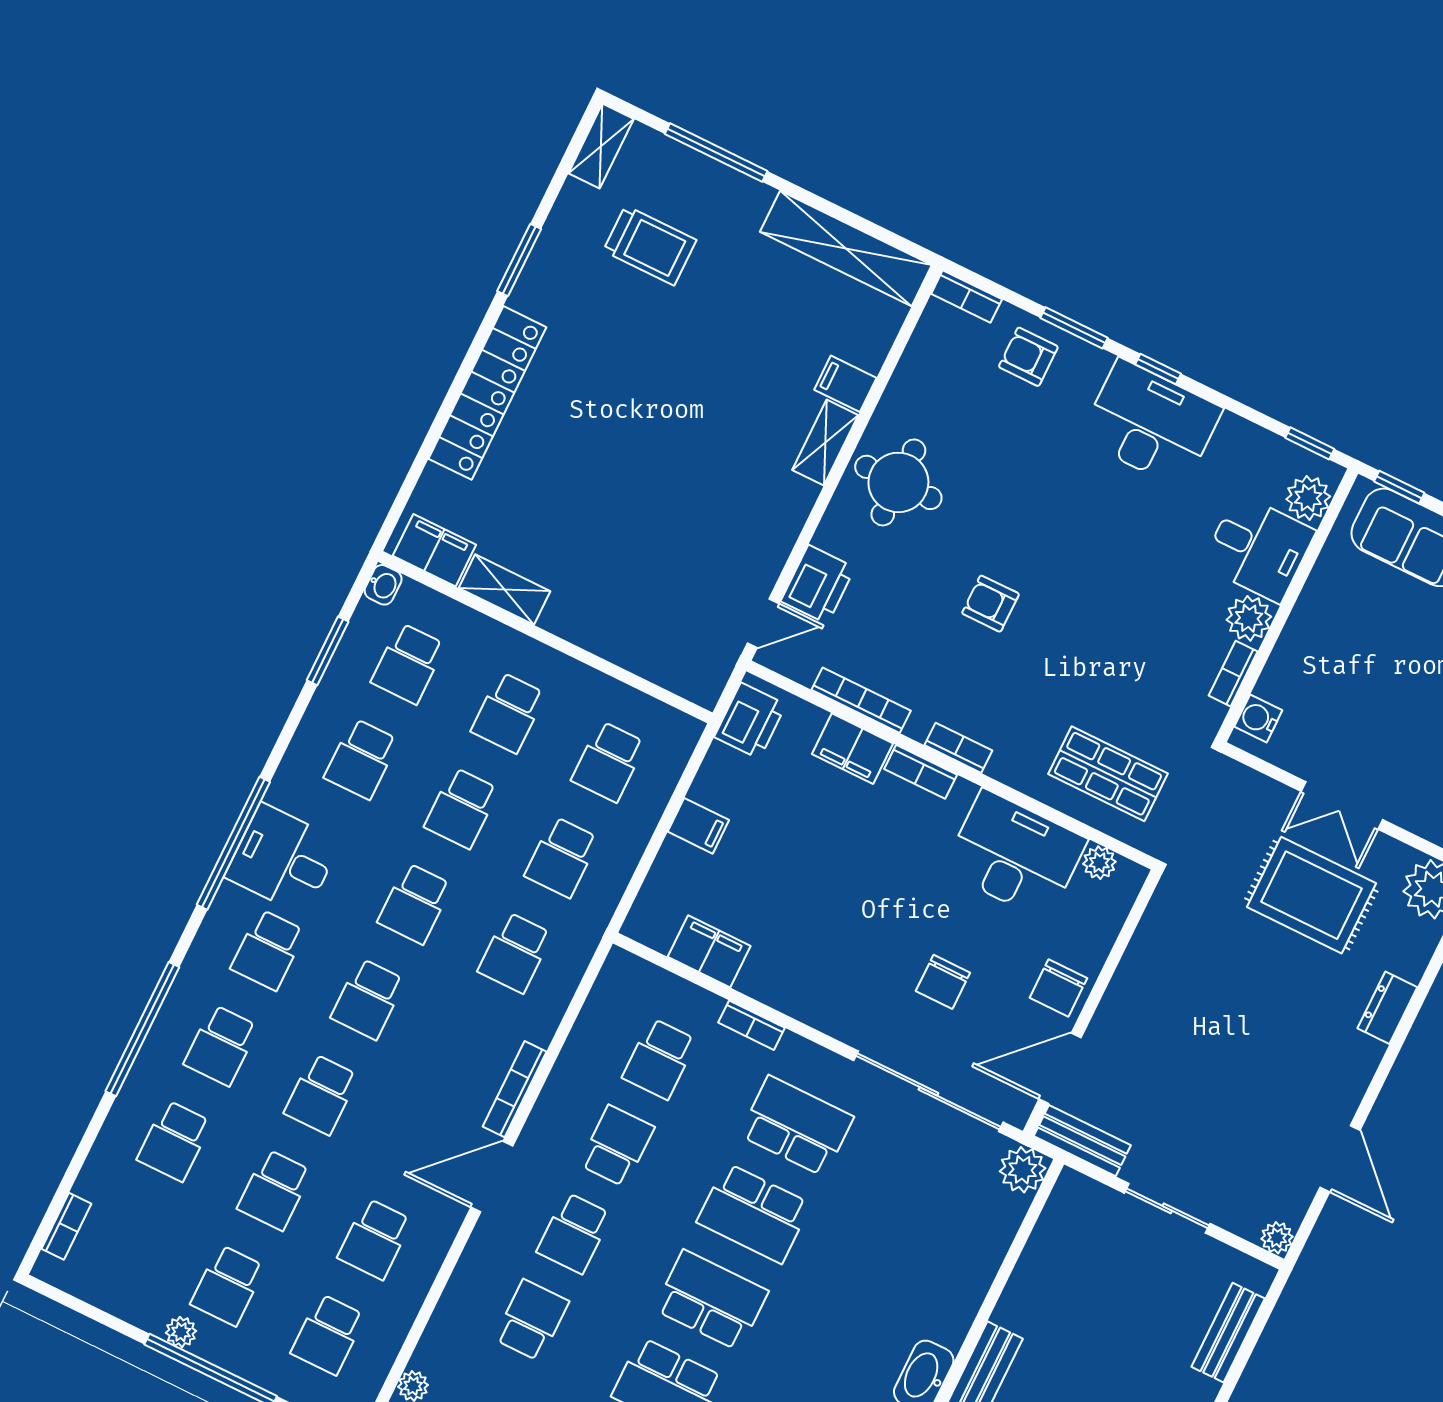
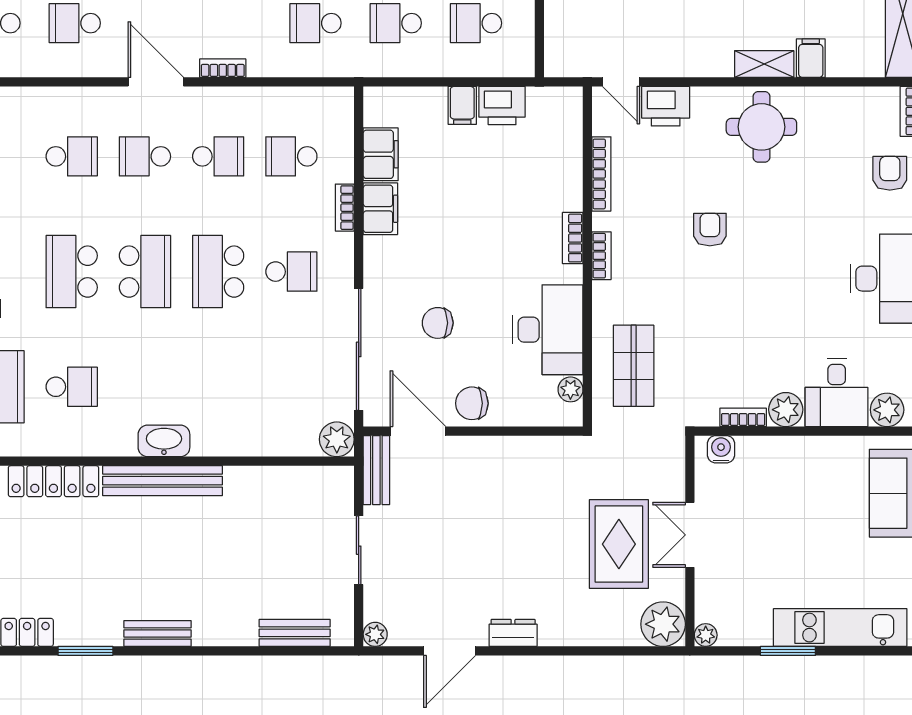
printer: (750, 721) -> (502, 106), moved
filing cabinet: (853, 749) -> (380, 209), moved, turned 180
dresser: (1387, 1008) -> (513, 633), moved
bookcase: (515, 1089) -> (223, 68), width x0.64
school desk: (797, 1126) -> (291, 272), width x0.54

